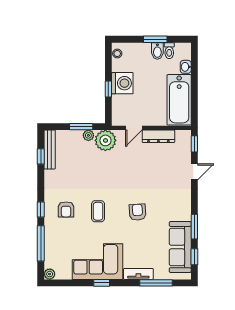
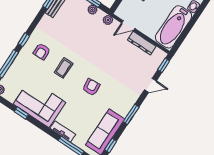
plant: (105, 140) -> (108, 20), width x0.53, depth x0.53
window: (194, 227) -> (131, 114), moved
window: (102, 283) -> (21, 113), moved

